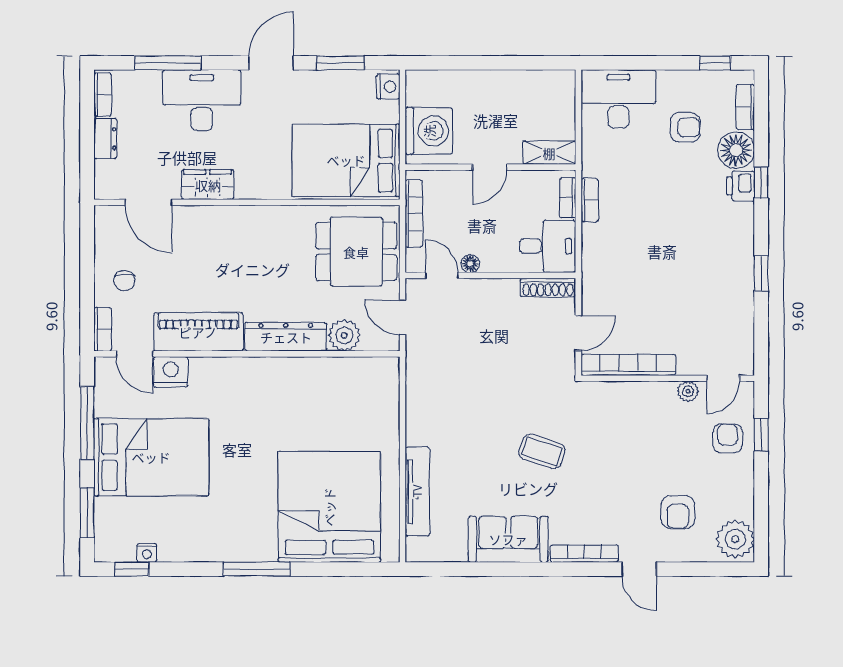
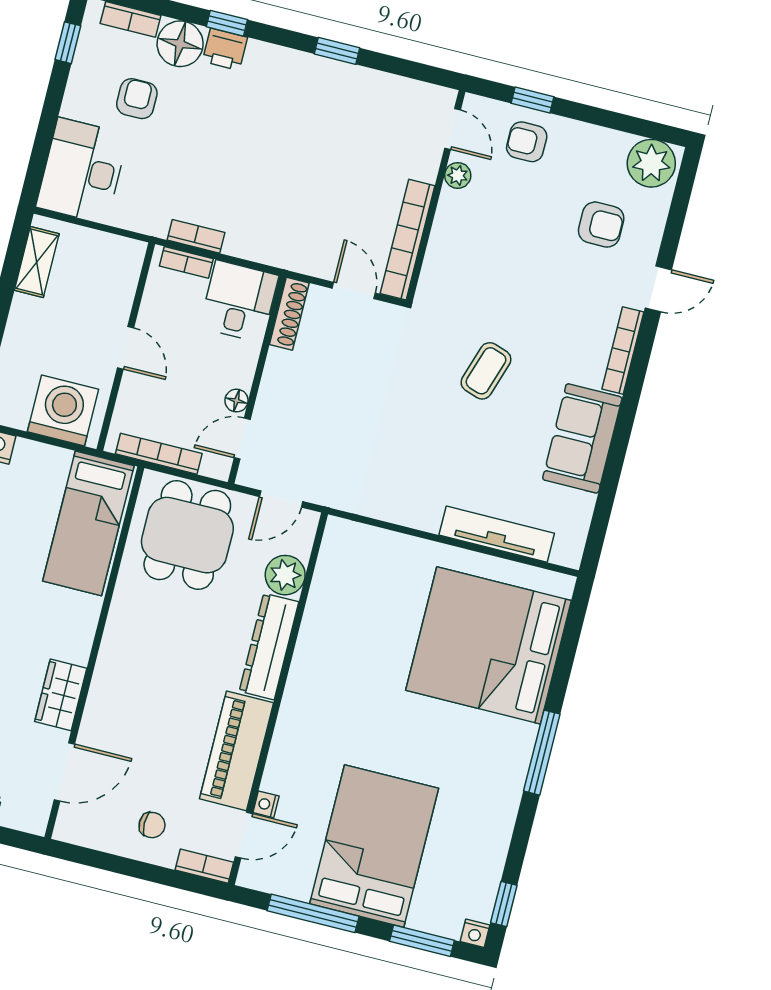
shelving: (549, 153) -> (37, 262), moved
bed: (346, 160) -> (88, 523), width x0.67
nightstand: (171, 372) -> (266, 804), width x0.53, depth x0.56
nightstand: (147, 553) -> (475, 933), moved, turned 90

